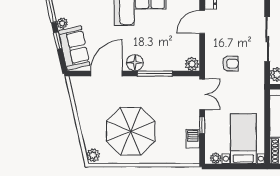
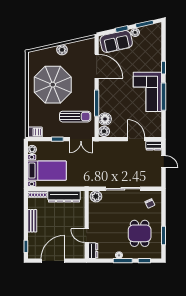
floor lamp: (135, 63) -> (105, 119), moved
armchair: (230, 64) -> (104, 161), removed
sun lounger: (173, 102) -> (75, 117), added
barbecue: (193, 139) -> (35, 132), moved
plant: (93, 155) -> (62, 50), moved

